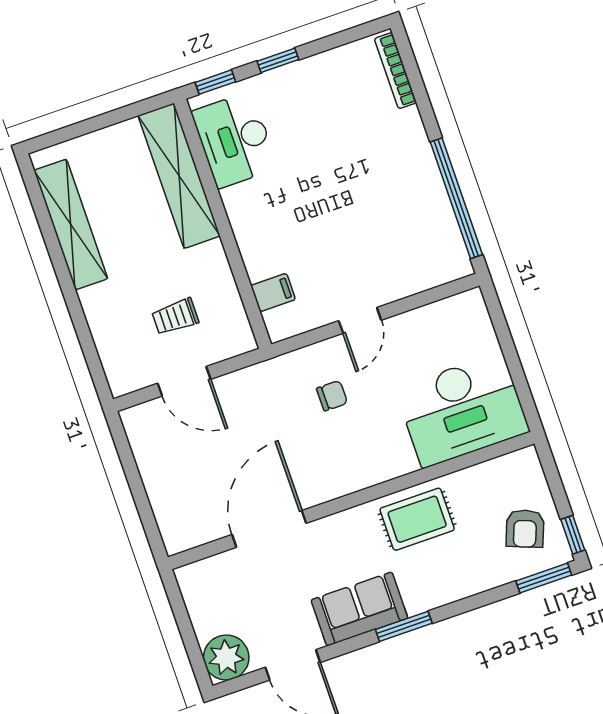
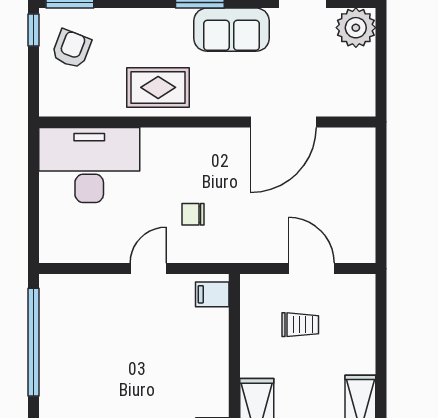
filing cabinet: (273, 293) -> (212, 294), moved

